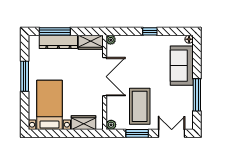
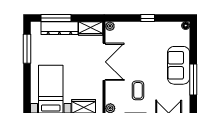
sofa: (182, 66) -> (179, 65), moved
window: (25, 76) -> (27, 49), moved
coffee table: (140, 106) -> (138, 90), width x0.54, depth x0.58

